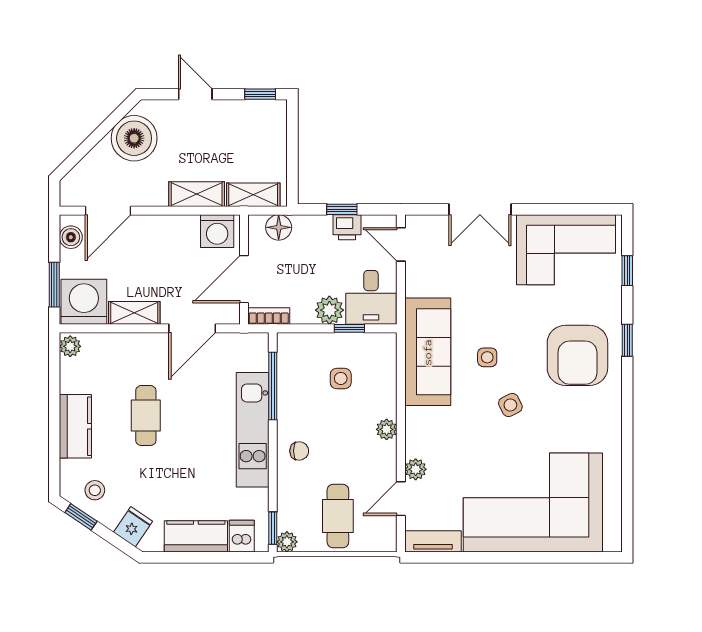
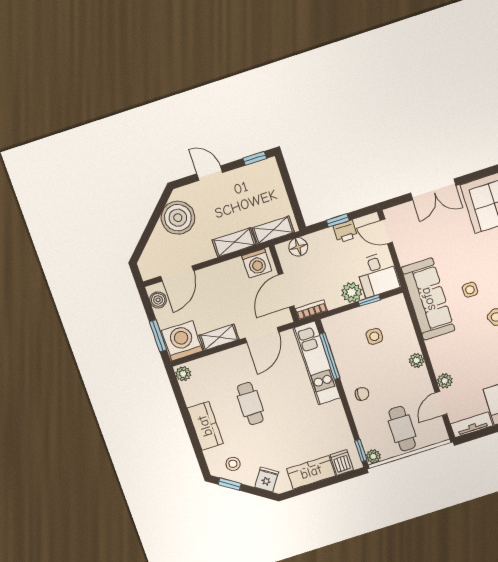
kitchen unit: (253, 430) -> (317, 363), moved

